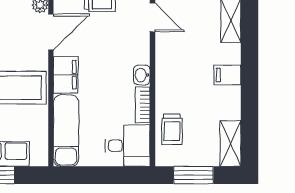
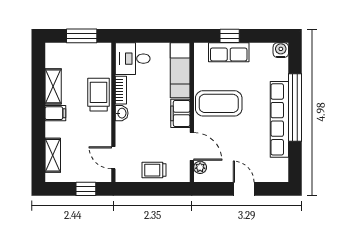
door: (51, 32) -> (192, 146), swing flipped
trolley: (172, 129) -> (99, 95), moved, width x1.36, depth x1.39
shelving: (230, 144) -> (53, 86), moved

